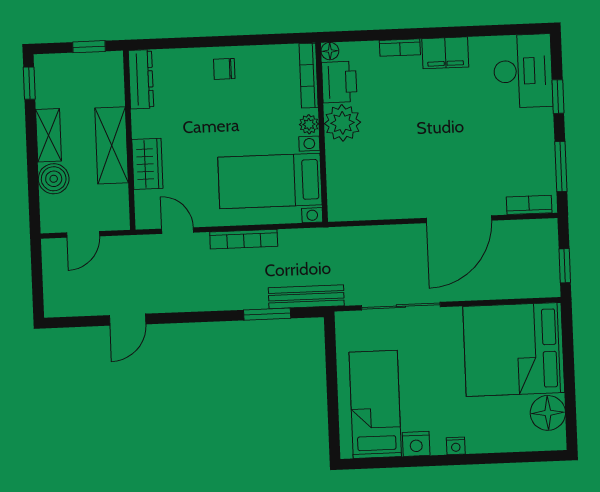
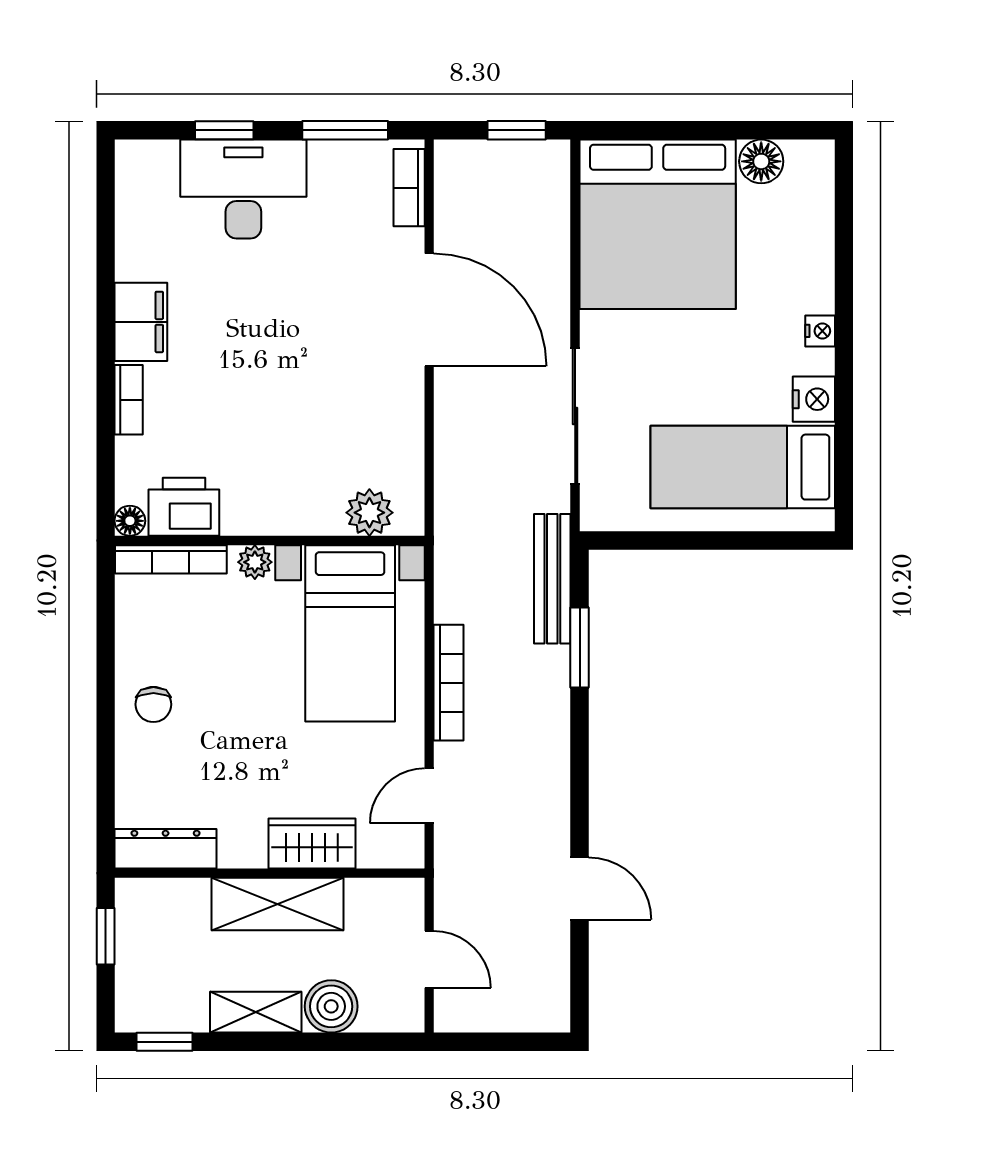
desk: (523, 71) -> (243, 189), moved
plant: (342, 123) -> (369, 513), moved, width x0.73, depth x0.73
floor lamp: (548, 413) -> (761, 161), width x0.73, depth x0.73

